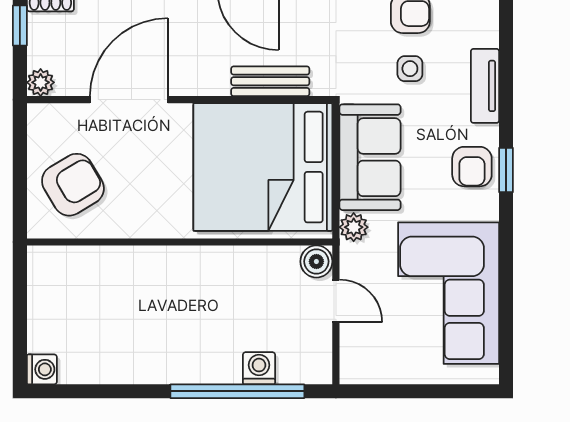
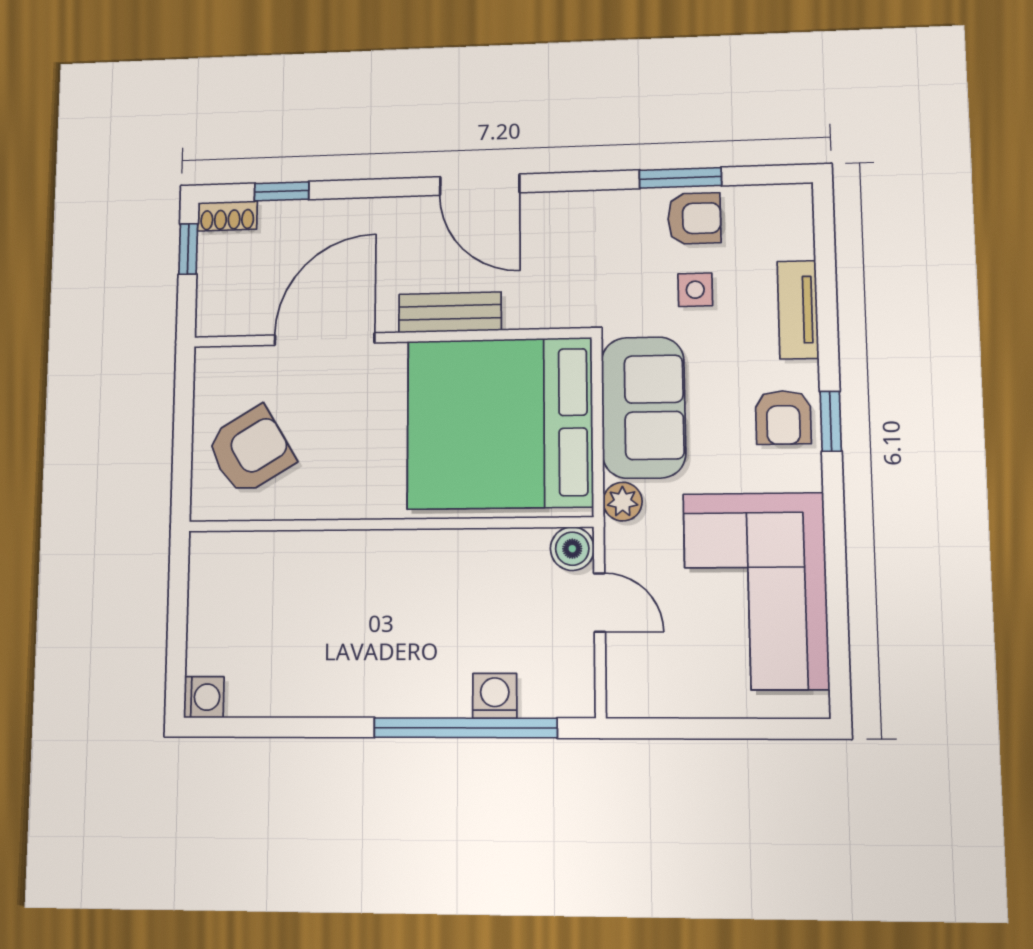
bench: (270, 81) -> (450, 312), moved
plant: (41, 82) -> (212, 320), removed

